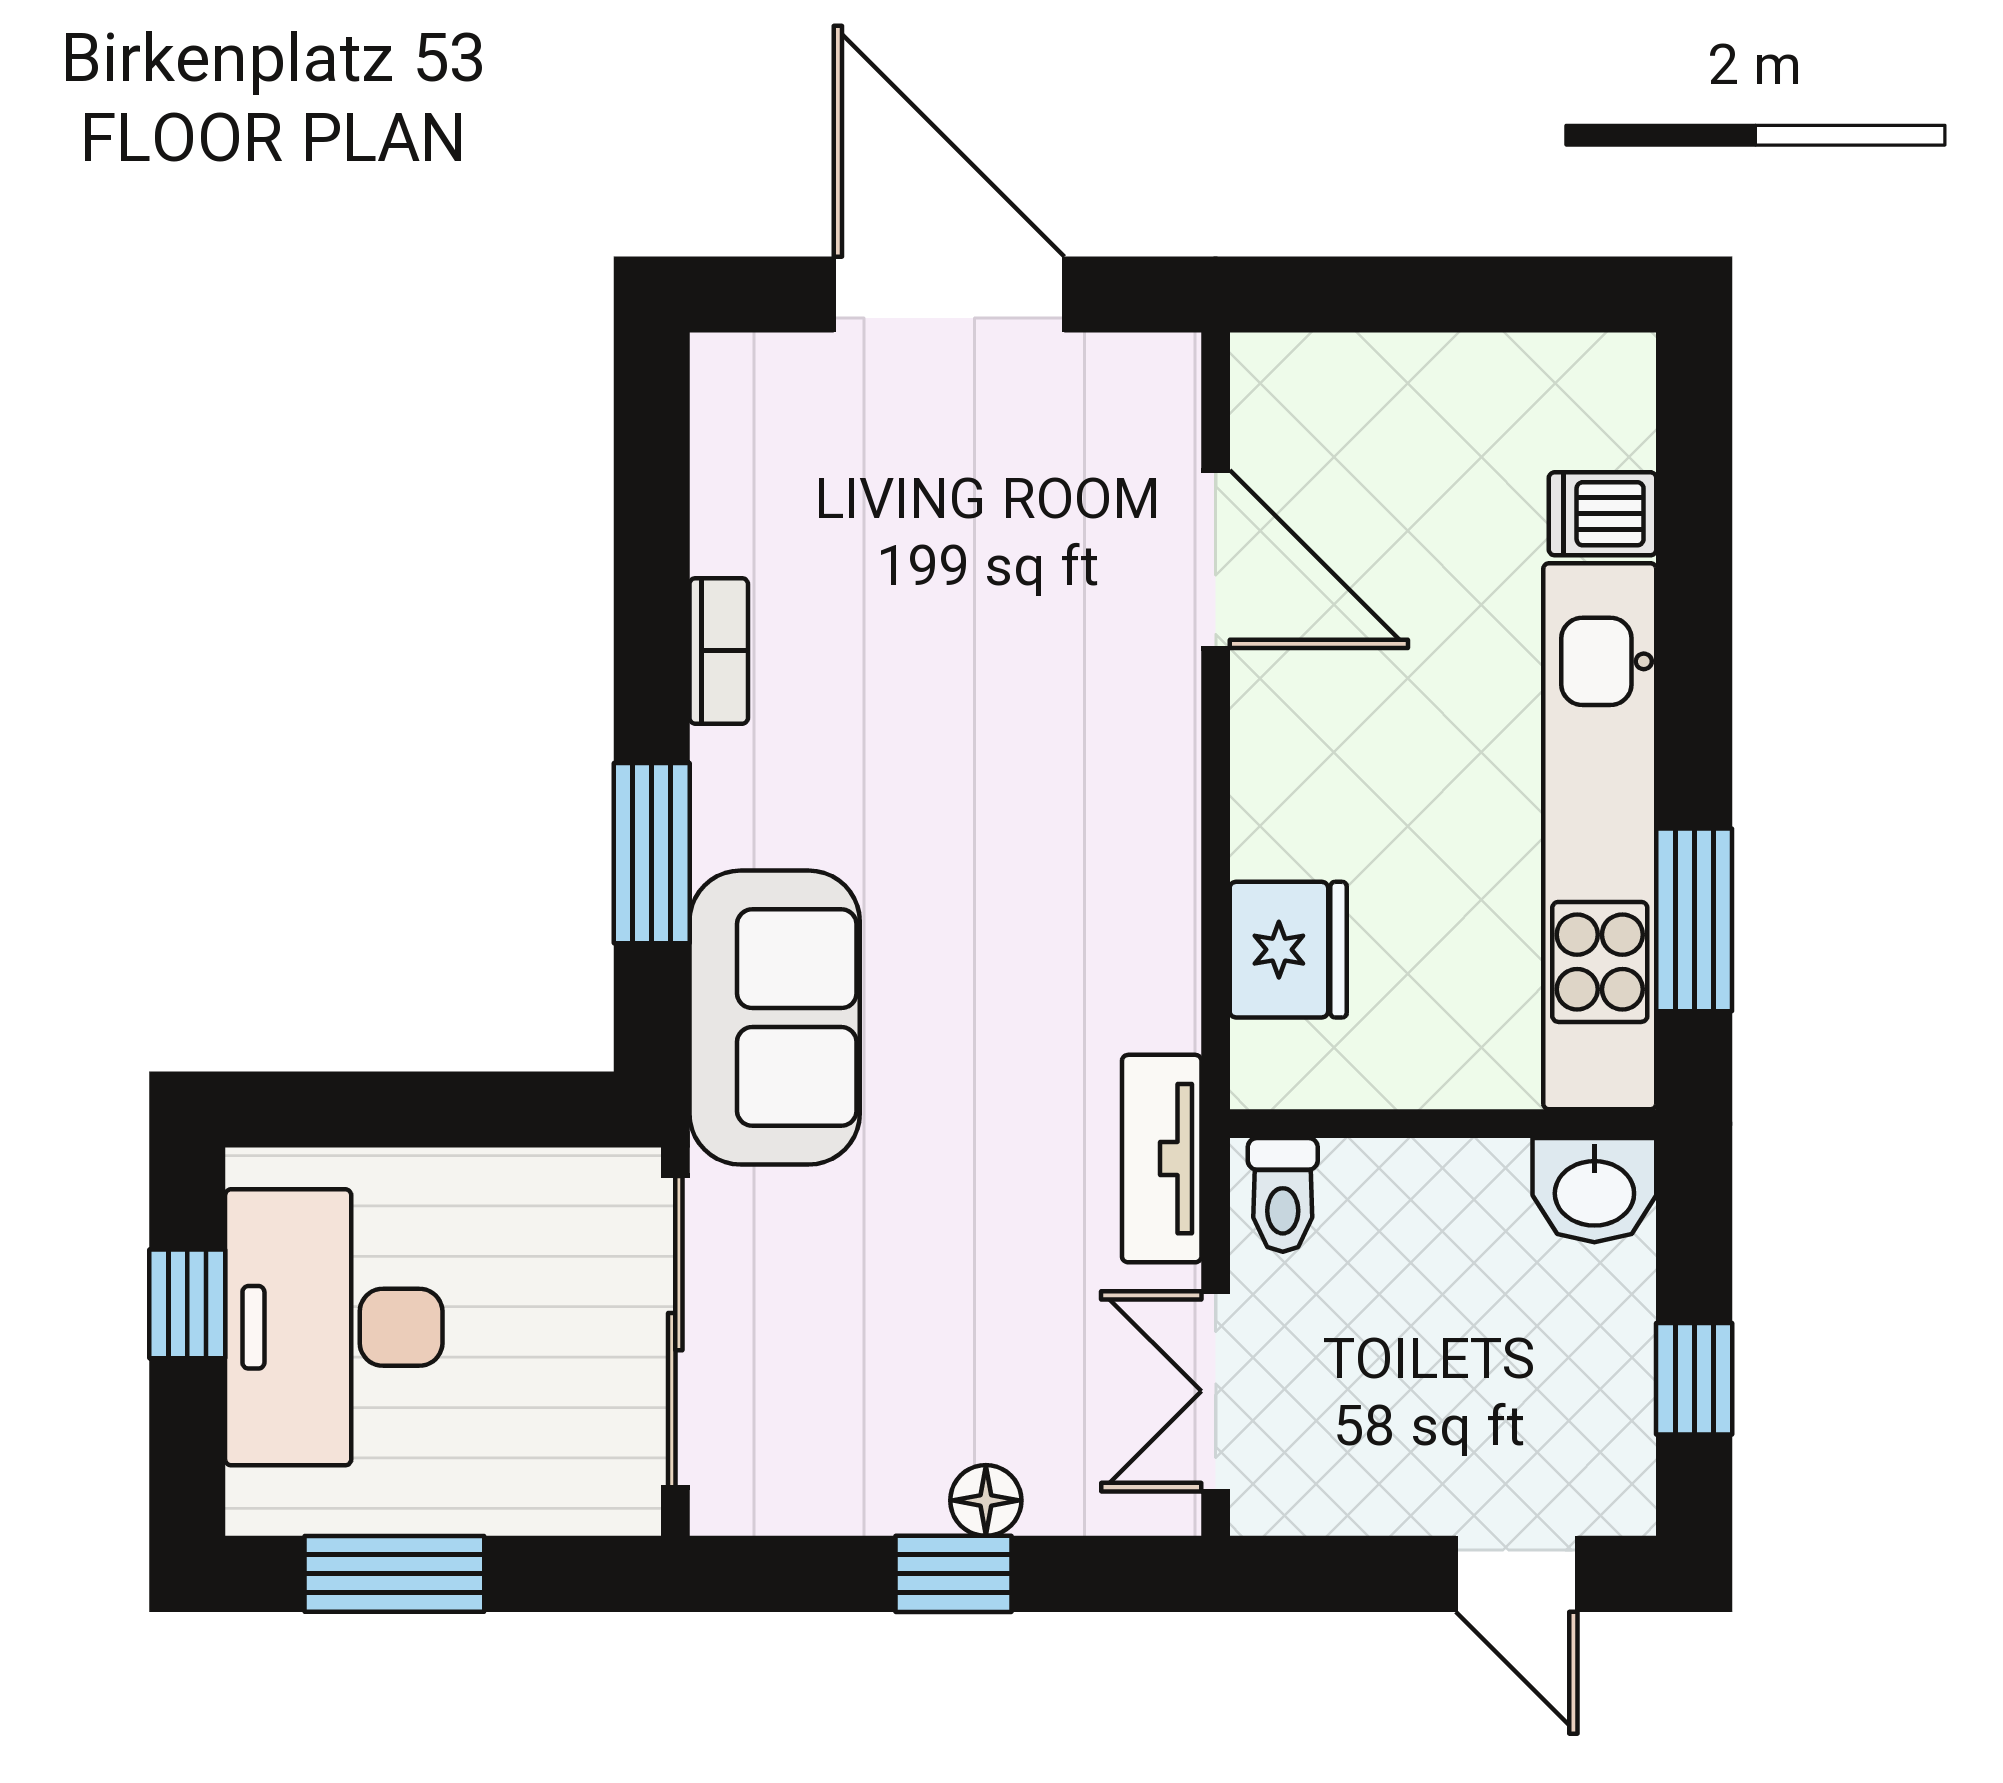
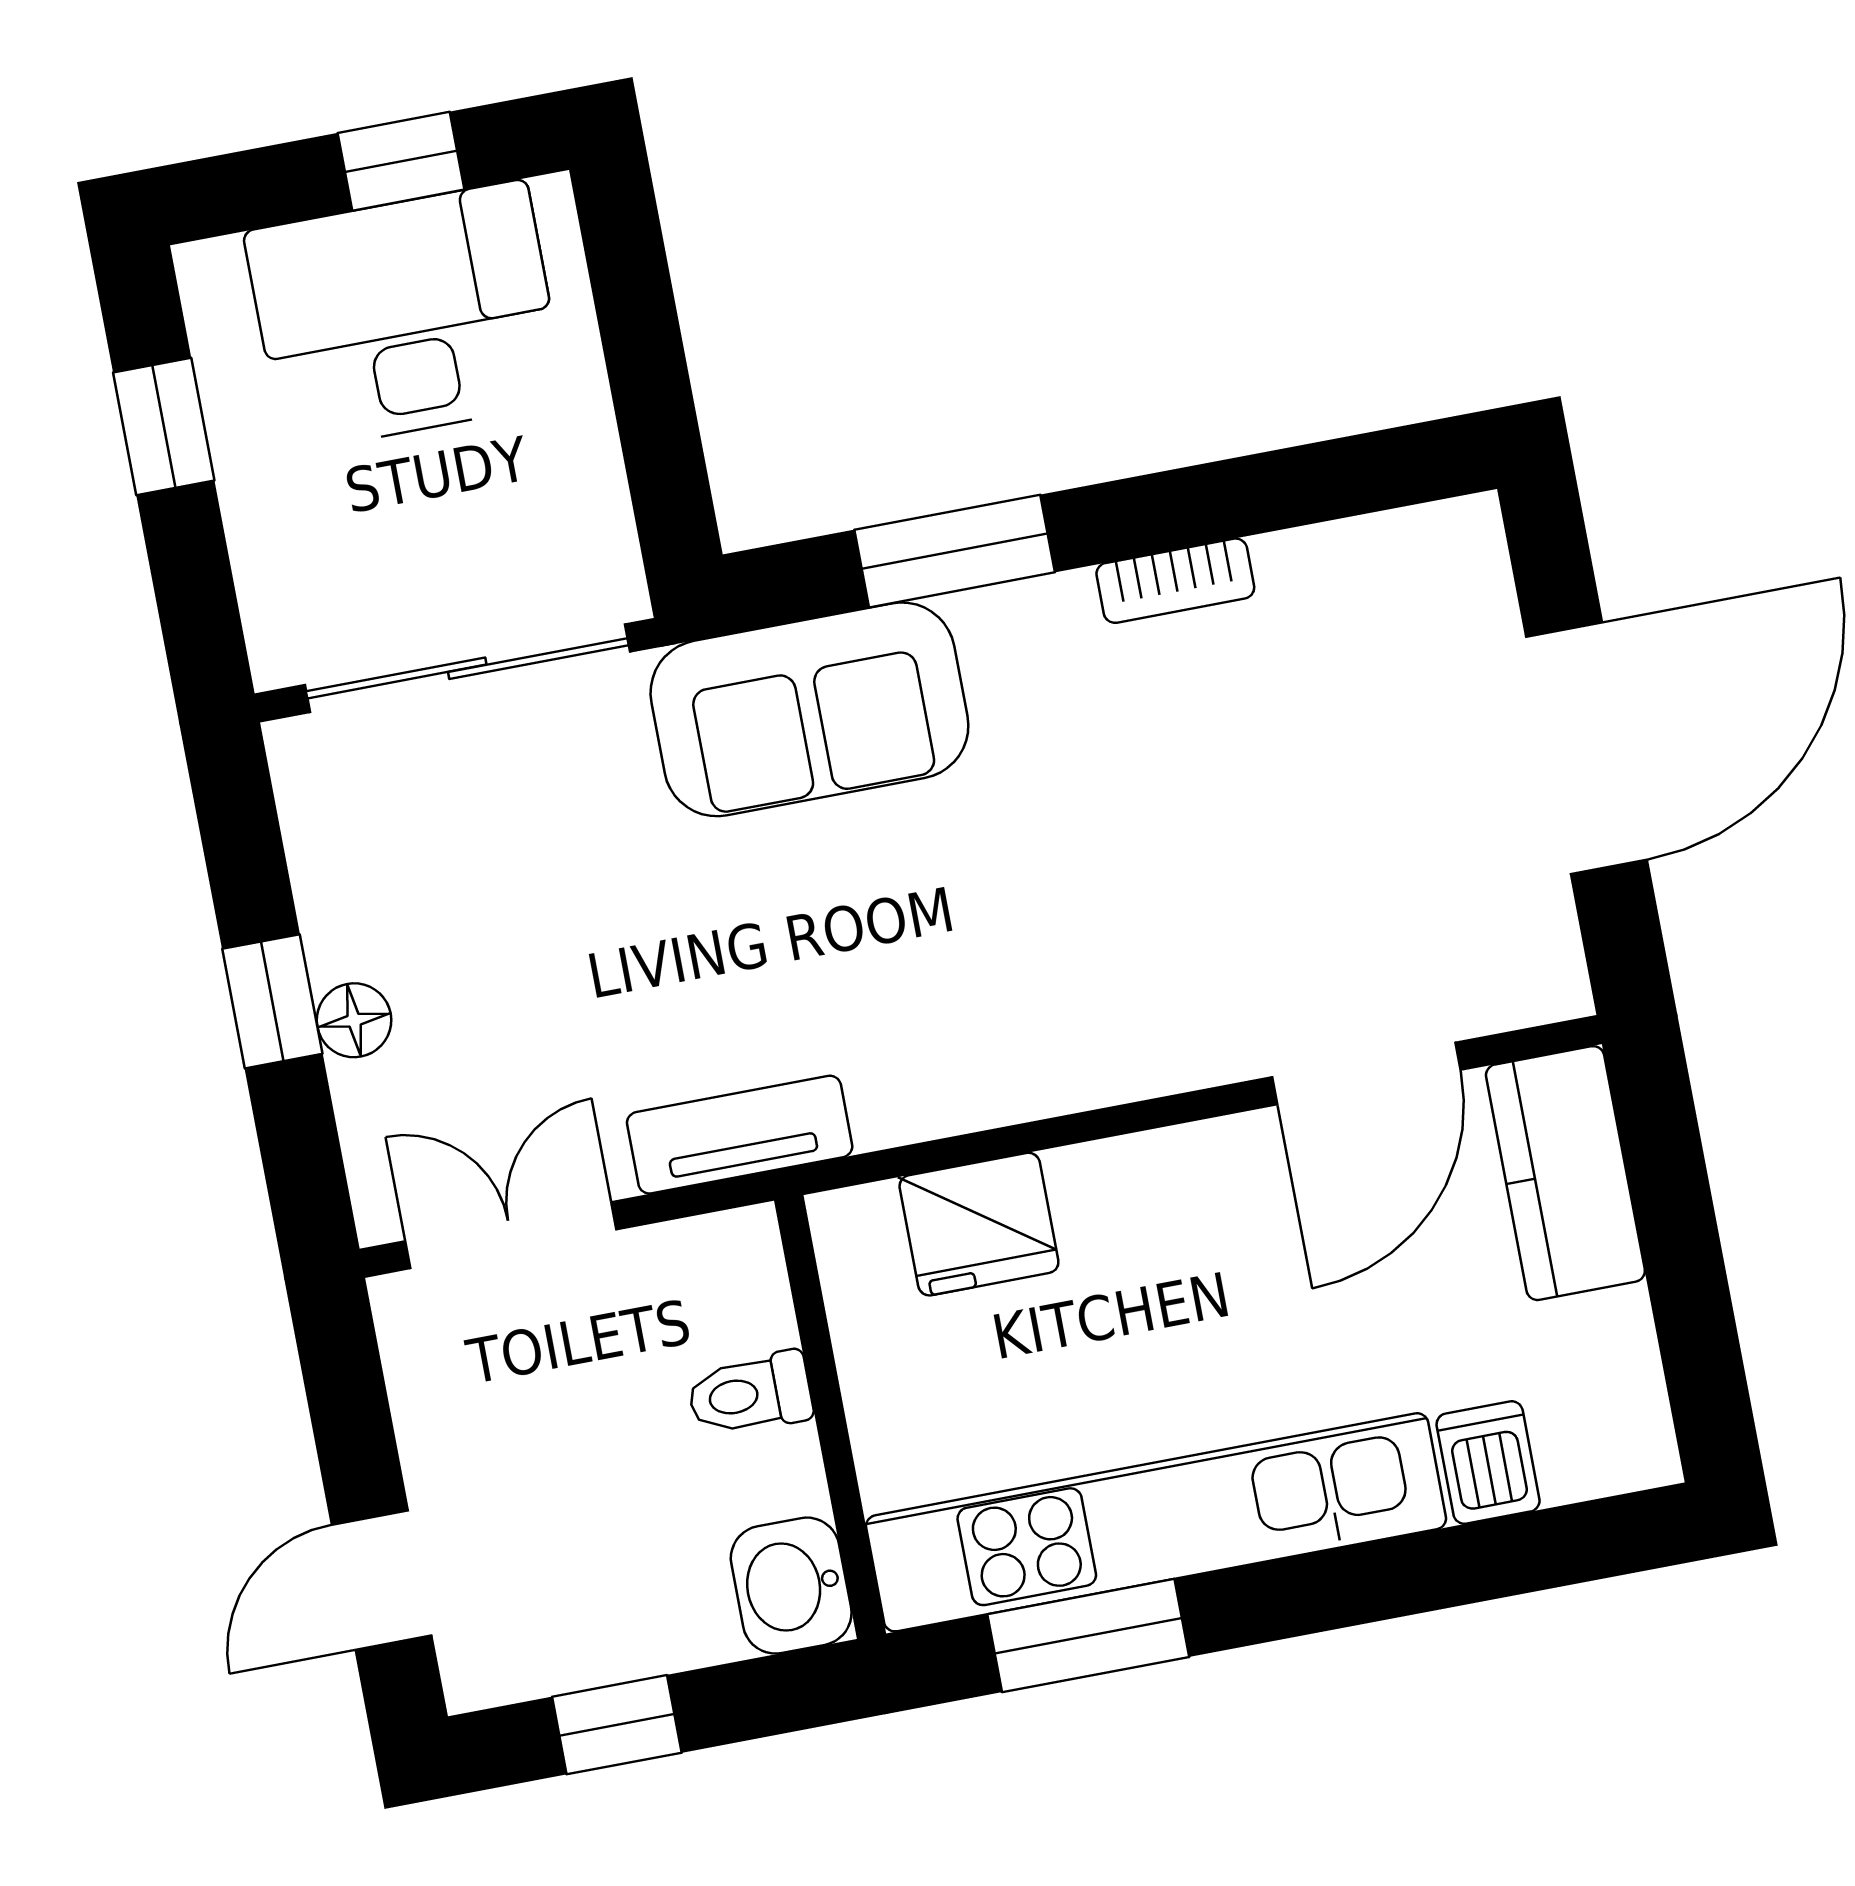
kitchen counter: (1344, 390) -> (1565, 1173), added
toilet: (1283, 1195) -> (750, 1394), moved
window: (394, 1574) -> (164, 427), width x0.67

